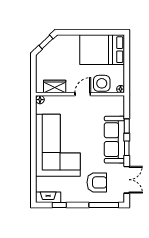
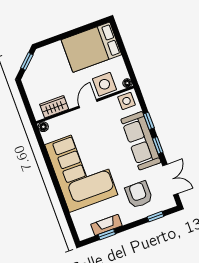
side table: (115, 103) -> (127, 101), added
armchair: (97, 182) -> (139, 195), turned -90
fireplace: (48, 197) -> (106, 225), moved
window: (104, 205) -> (155, 217), width x0.46

